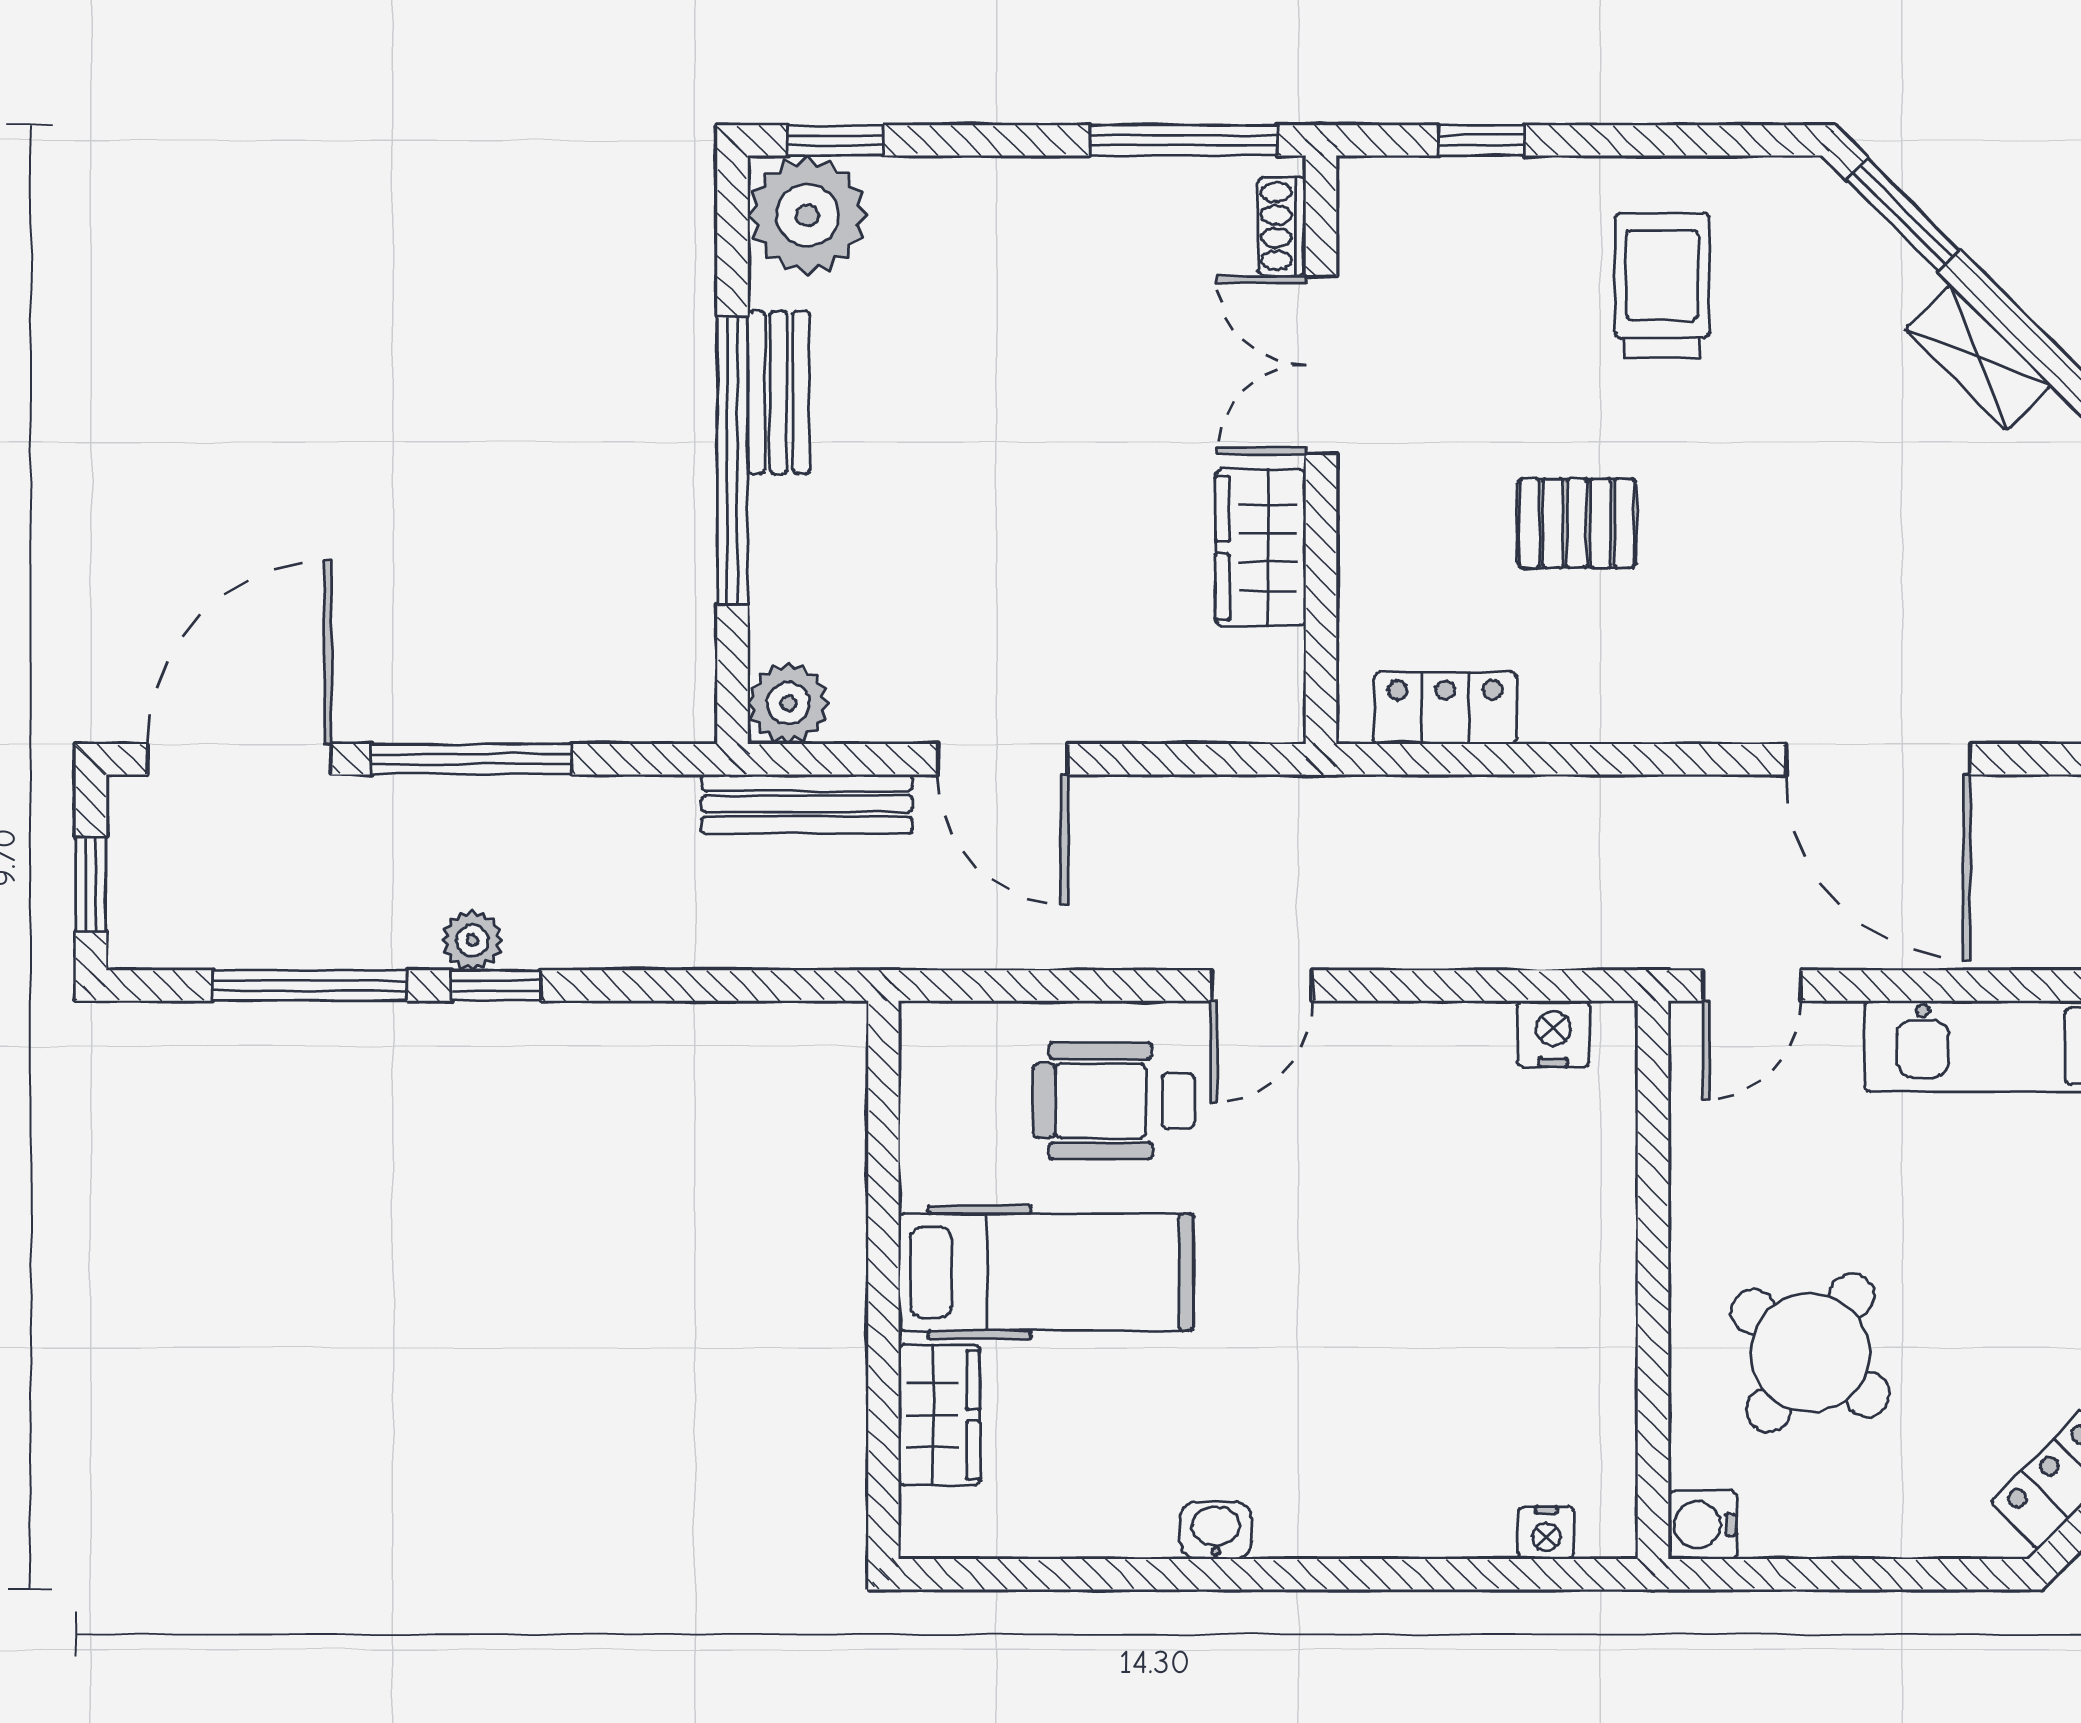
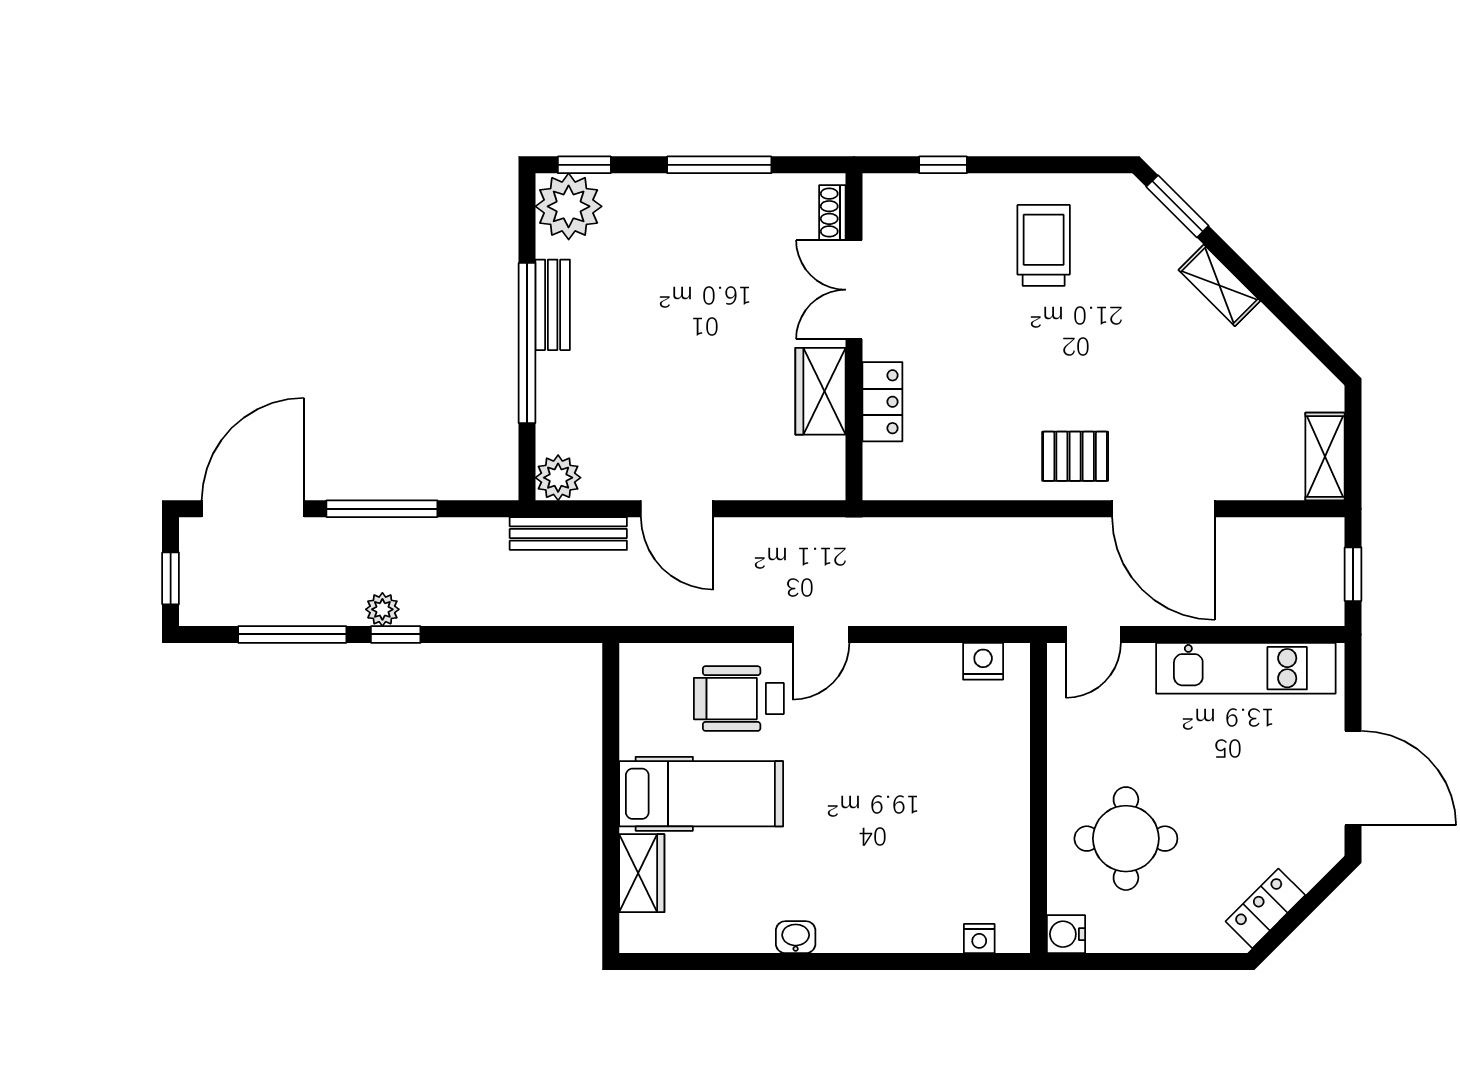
window: (1184, 140) -> (719, 165), moved
pallet: (1577, 523) -> (1075, 456), moved
locker: (1445, 708) -> (882, 402), moved, turned 90
round table: (1810, 1353) -> (1126, 839), turned -36

